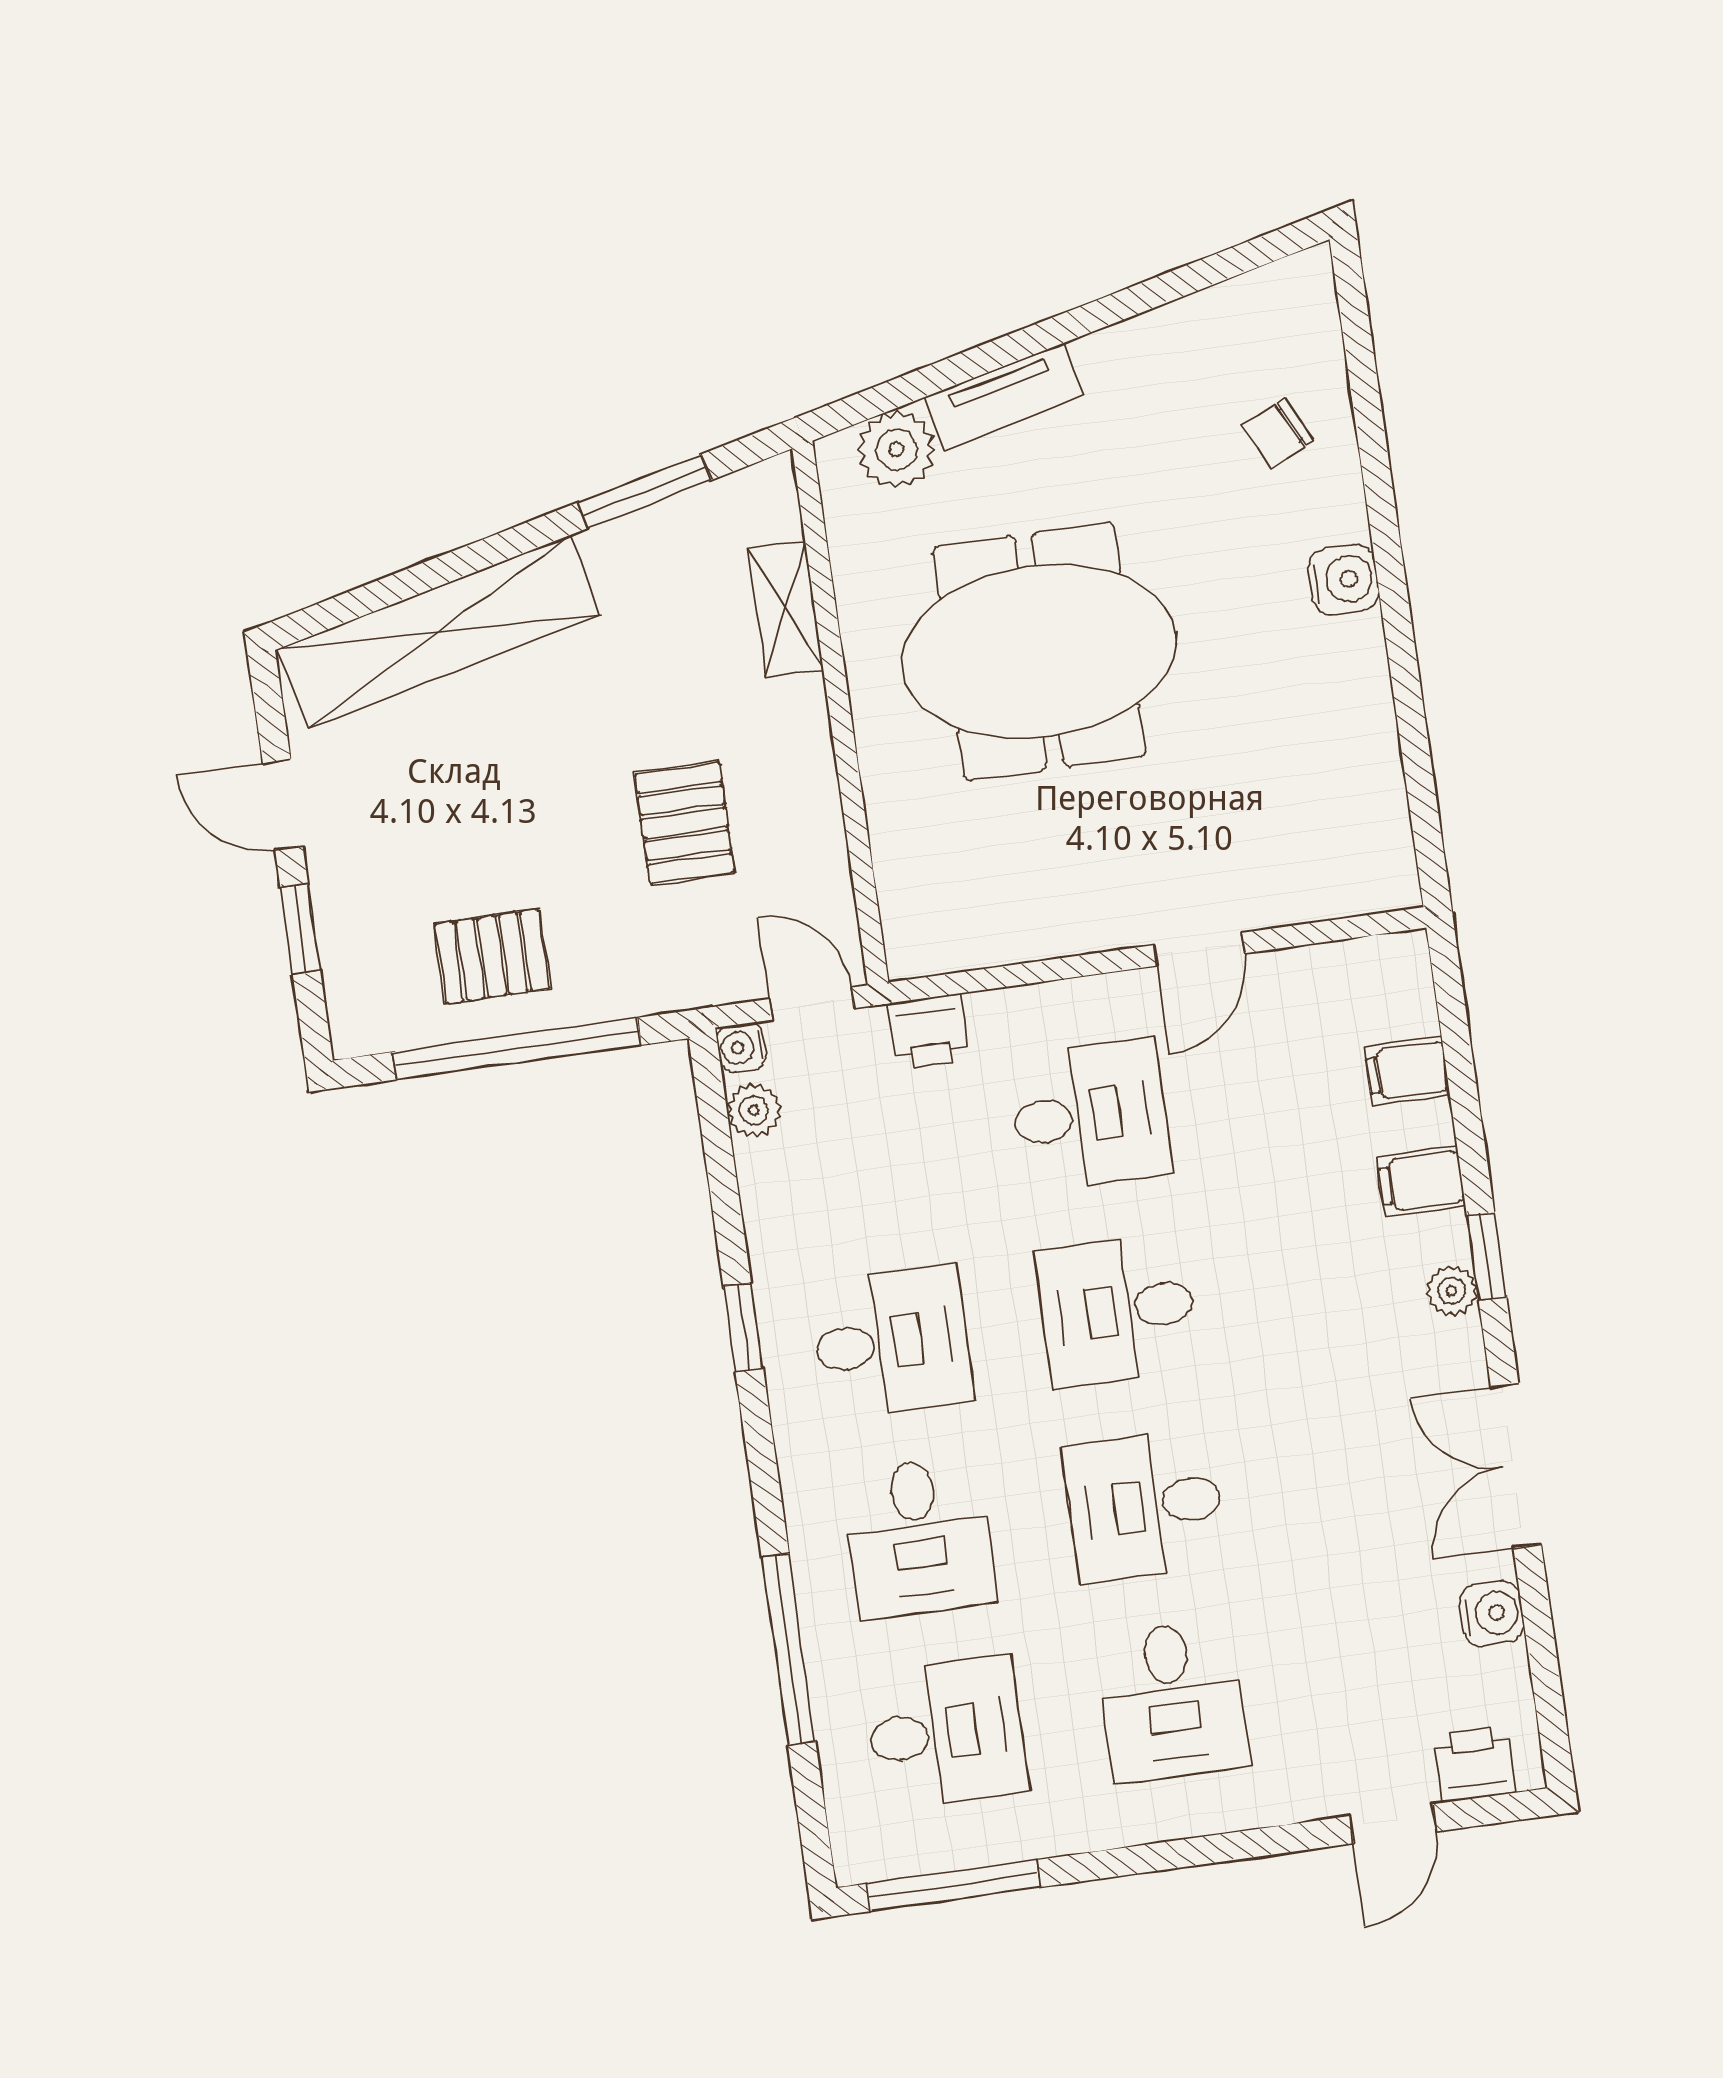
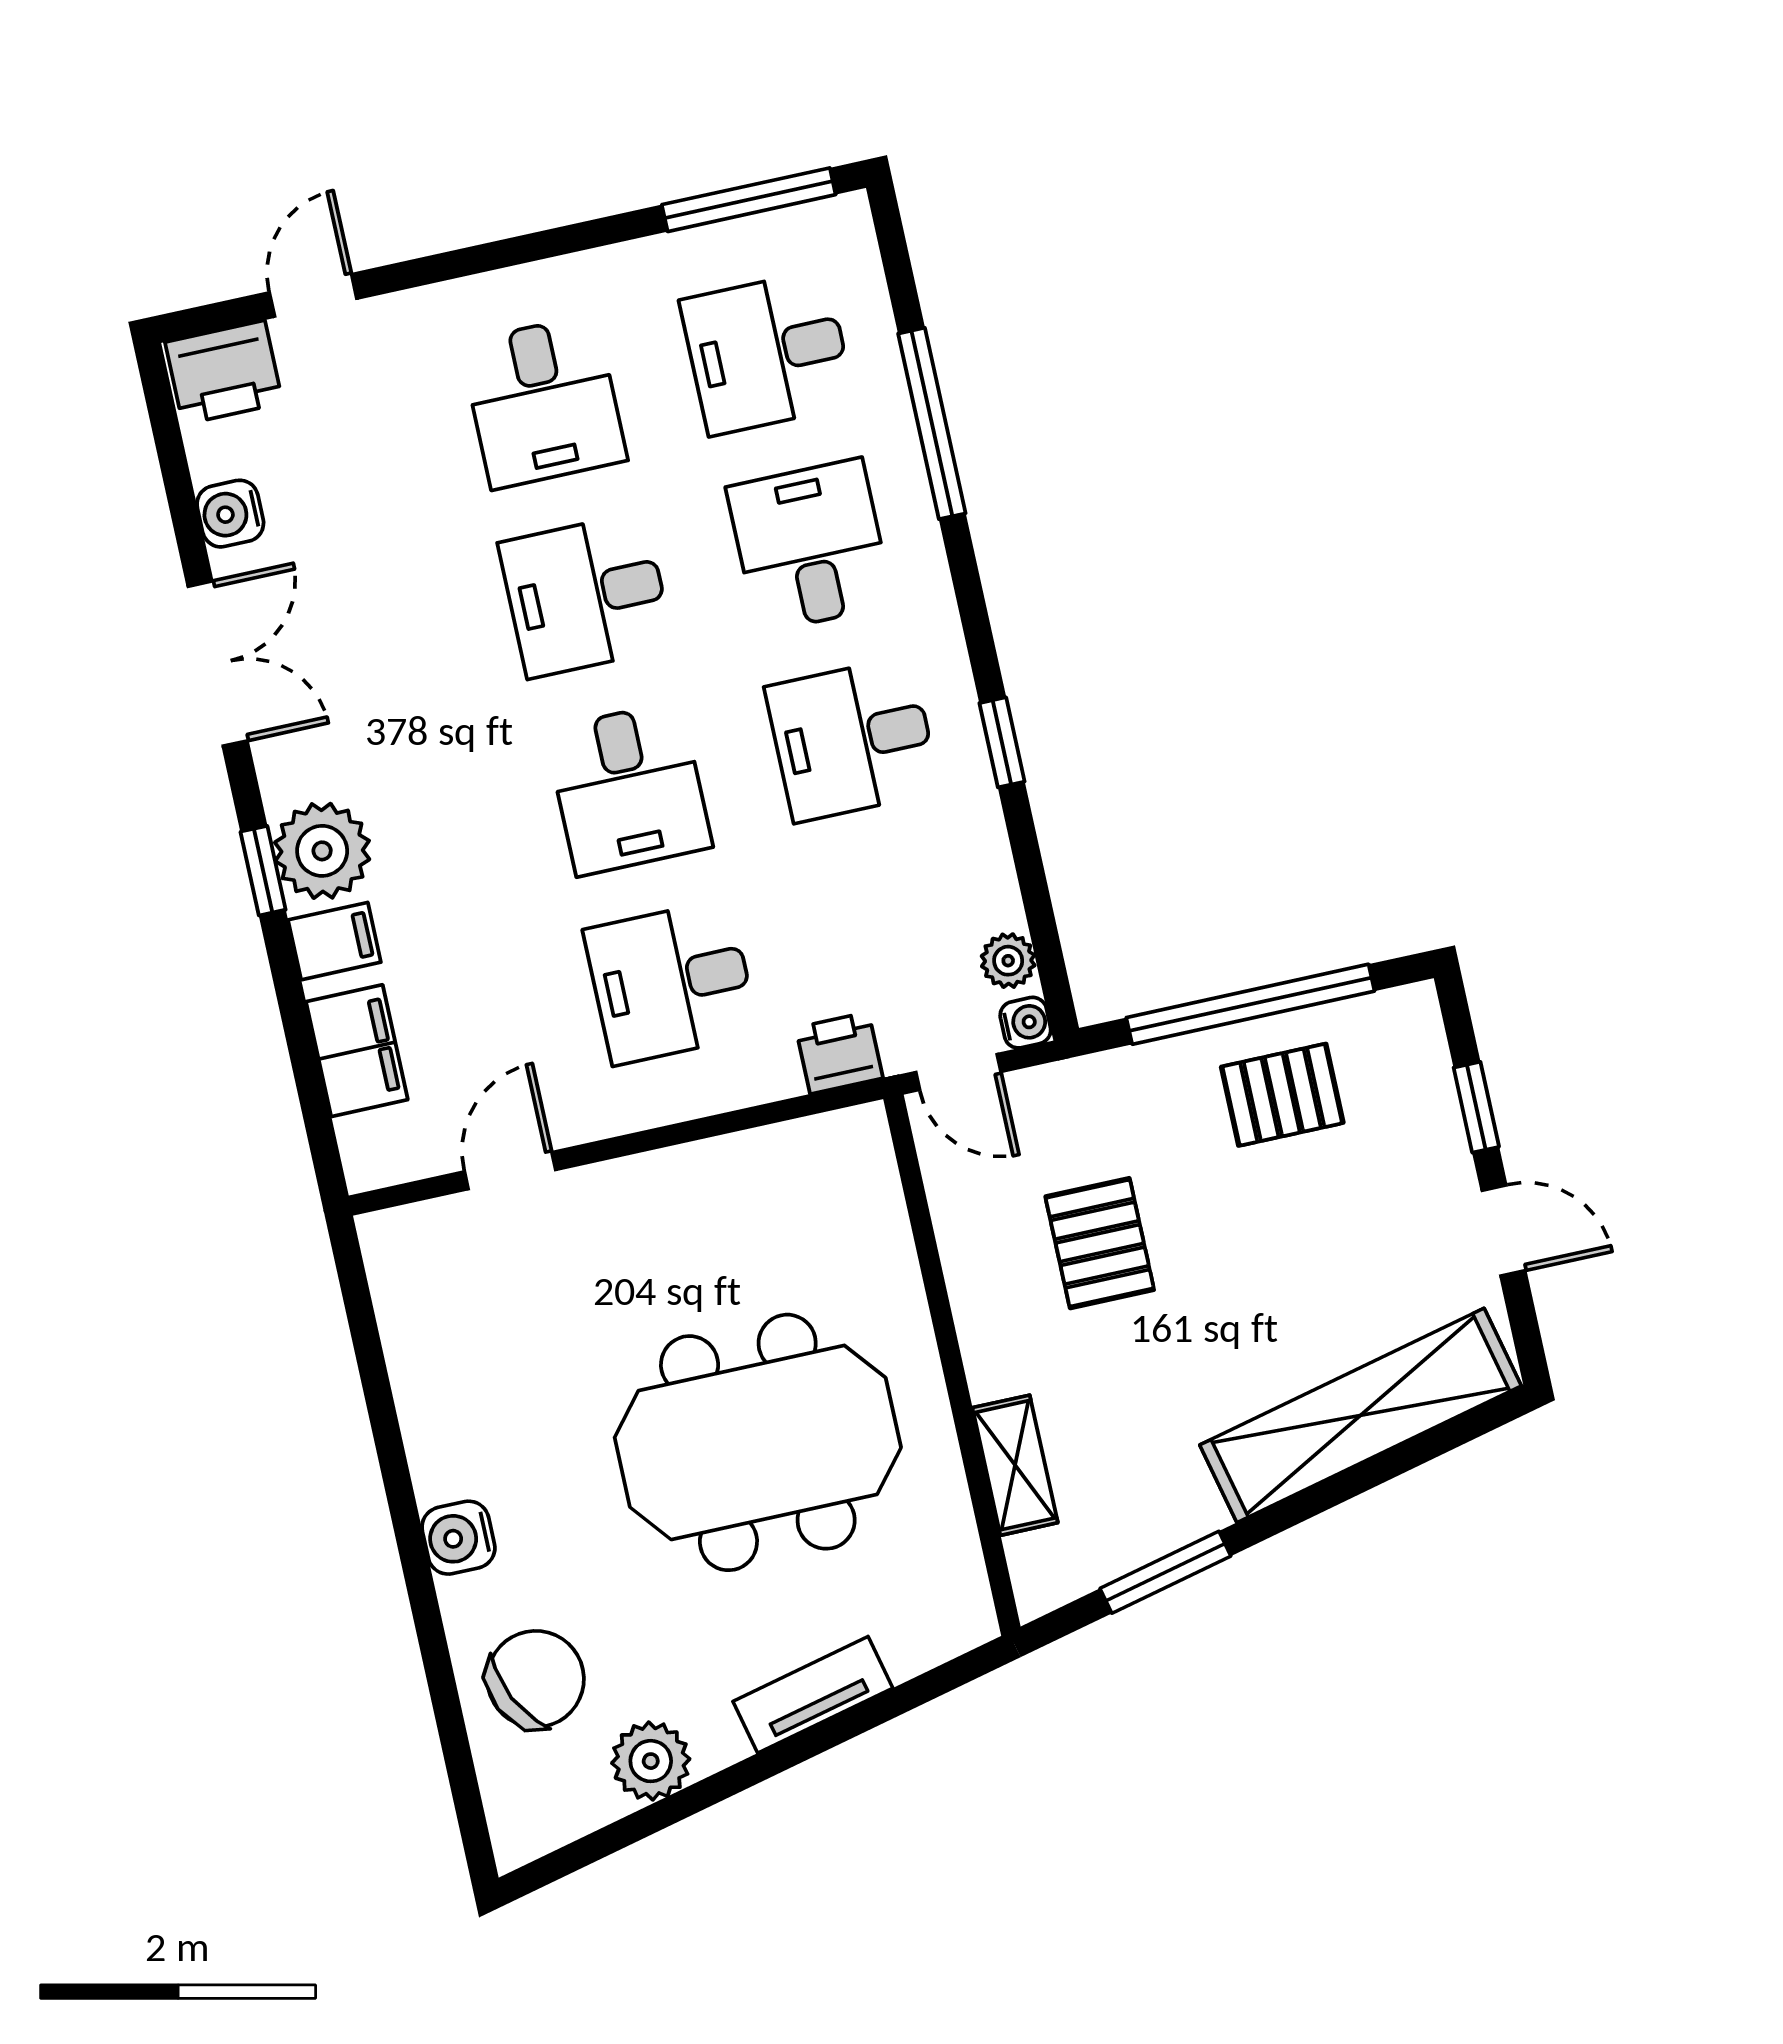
chair: (1278, 433) -> (536, 1679), width x1.87, depth x1.87
plant: (897, 450) -> (651, 1761), moved
door: (1199, 949) -> (510, 1171), moved
filing cabinet: (1407, 1071) -> (357, 1051), width x2.00
plant: (1452, 1291) -> (322, 851), width x1.87, depth x1.87
desk: (1117, 1310) -> (629, 788), turned 90
desk: (1145, 1506) -> (586, 595), turned 180
desk: (1172, 1701) -> (543, 402), turned 180
printer: (1475, 1764) -> (224, 372), width x1.36, depth x1.24

